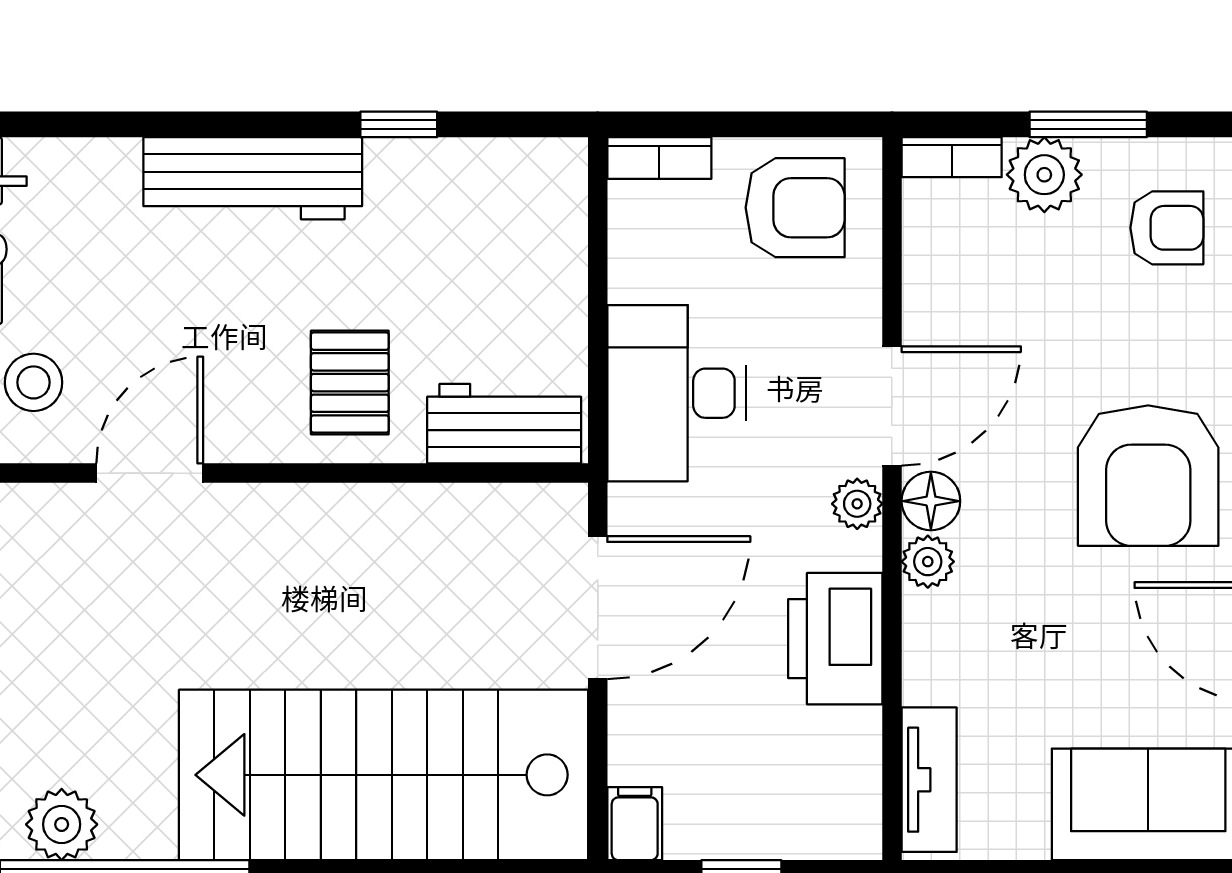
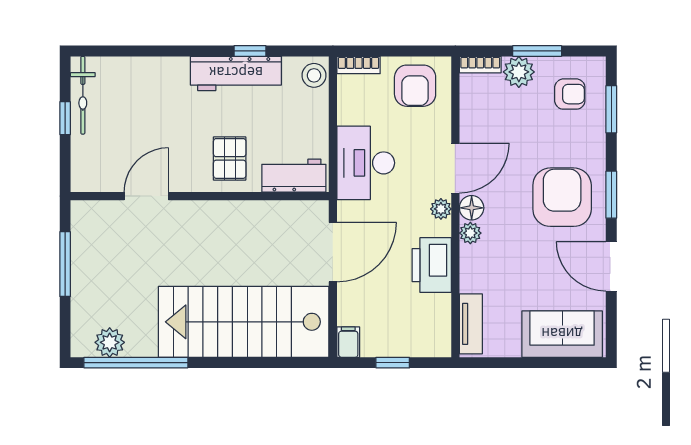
workbench: (253, 178) -> (236, 73), moved
armchair: (795, 208) -> (415, 86), turned 90
stool: (34, 382) -> (314, 75), moved
armchair: (1148, 476) -> (562, 197), turned 180

